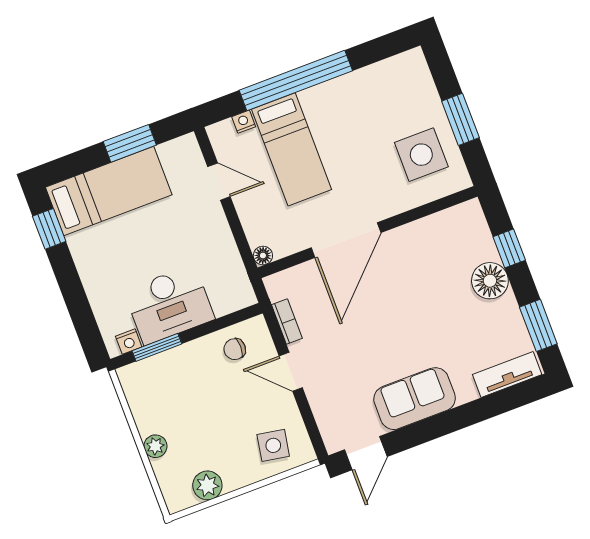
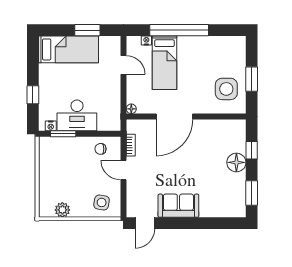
window: (49, 229) -> (33, 95), moved
tv unit: (507, 375) -> (228, 211), removed
plant: (155, 446) -> (44, 181), removed

